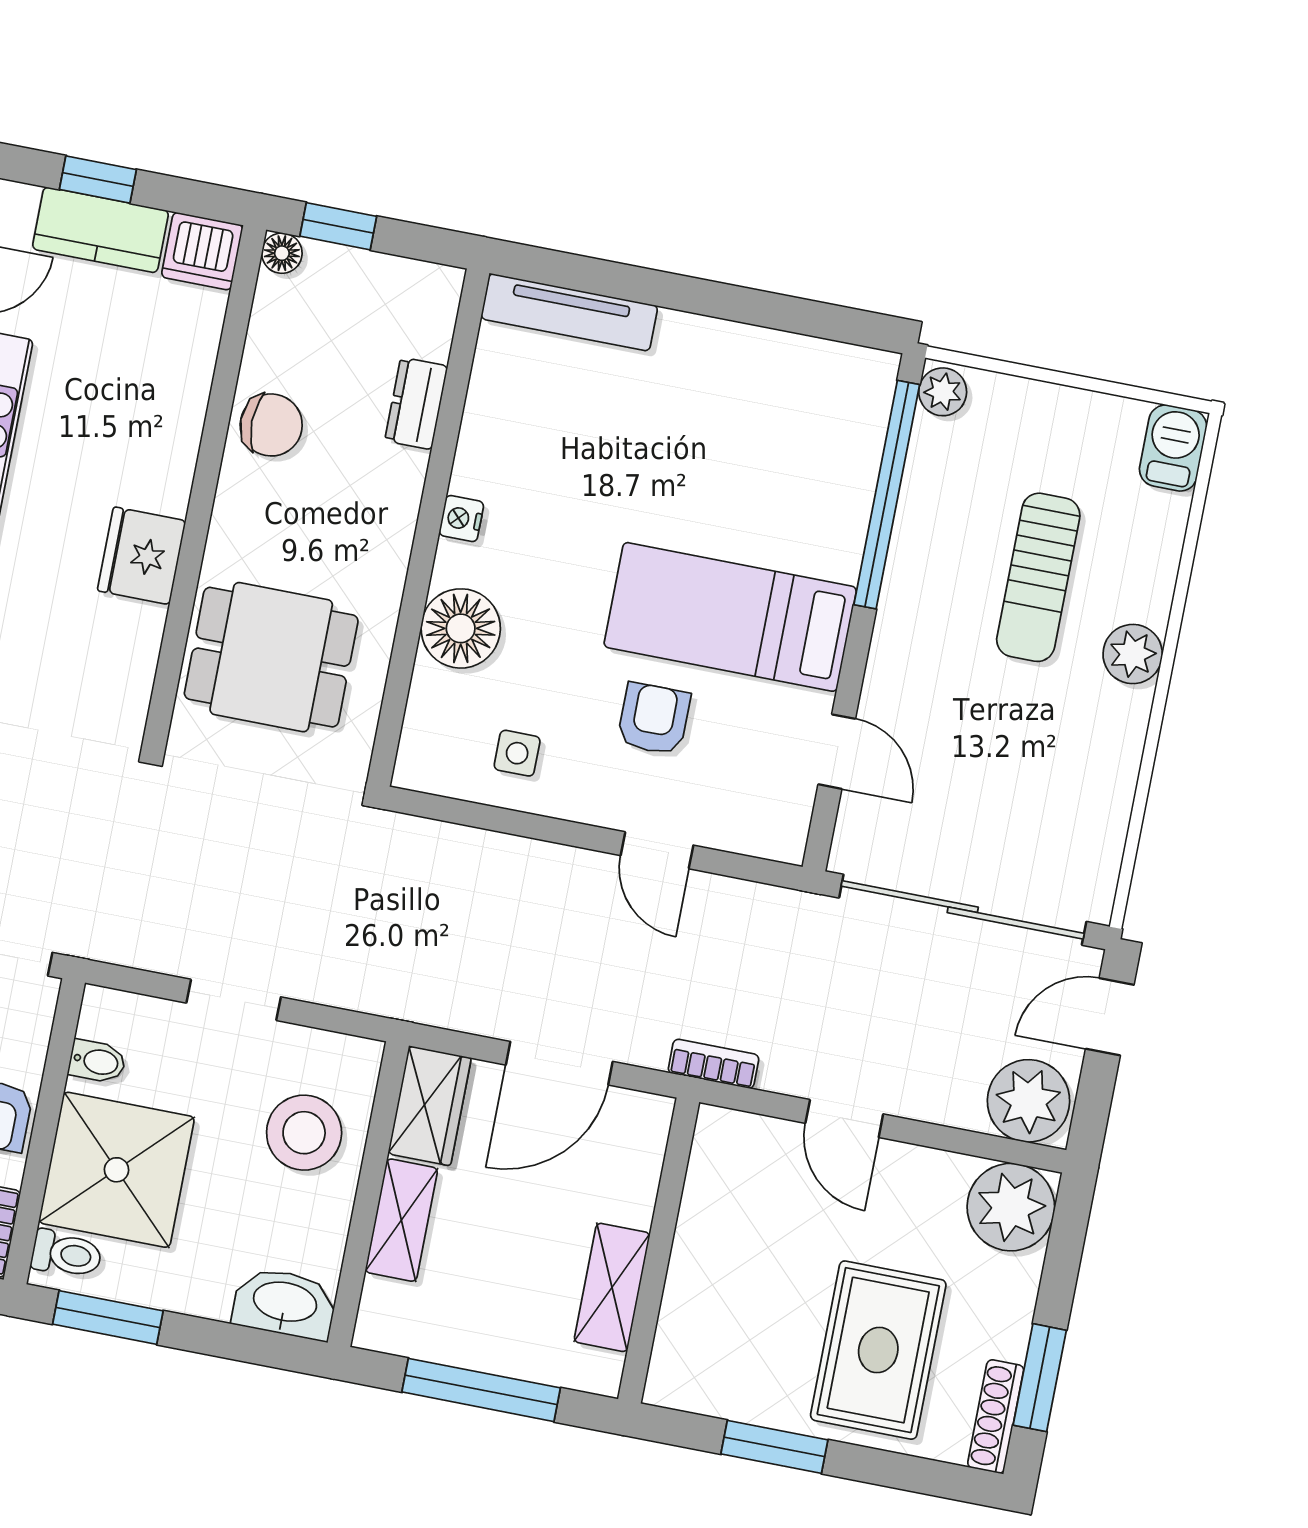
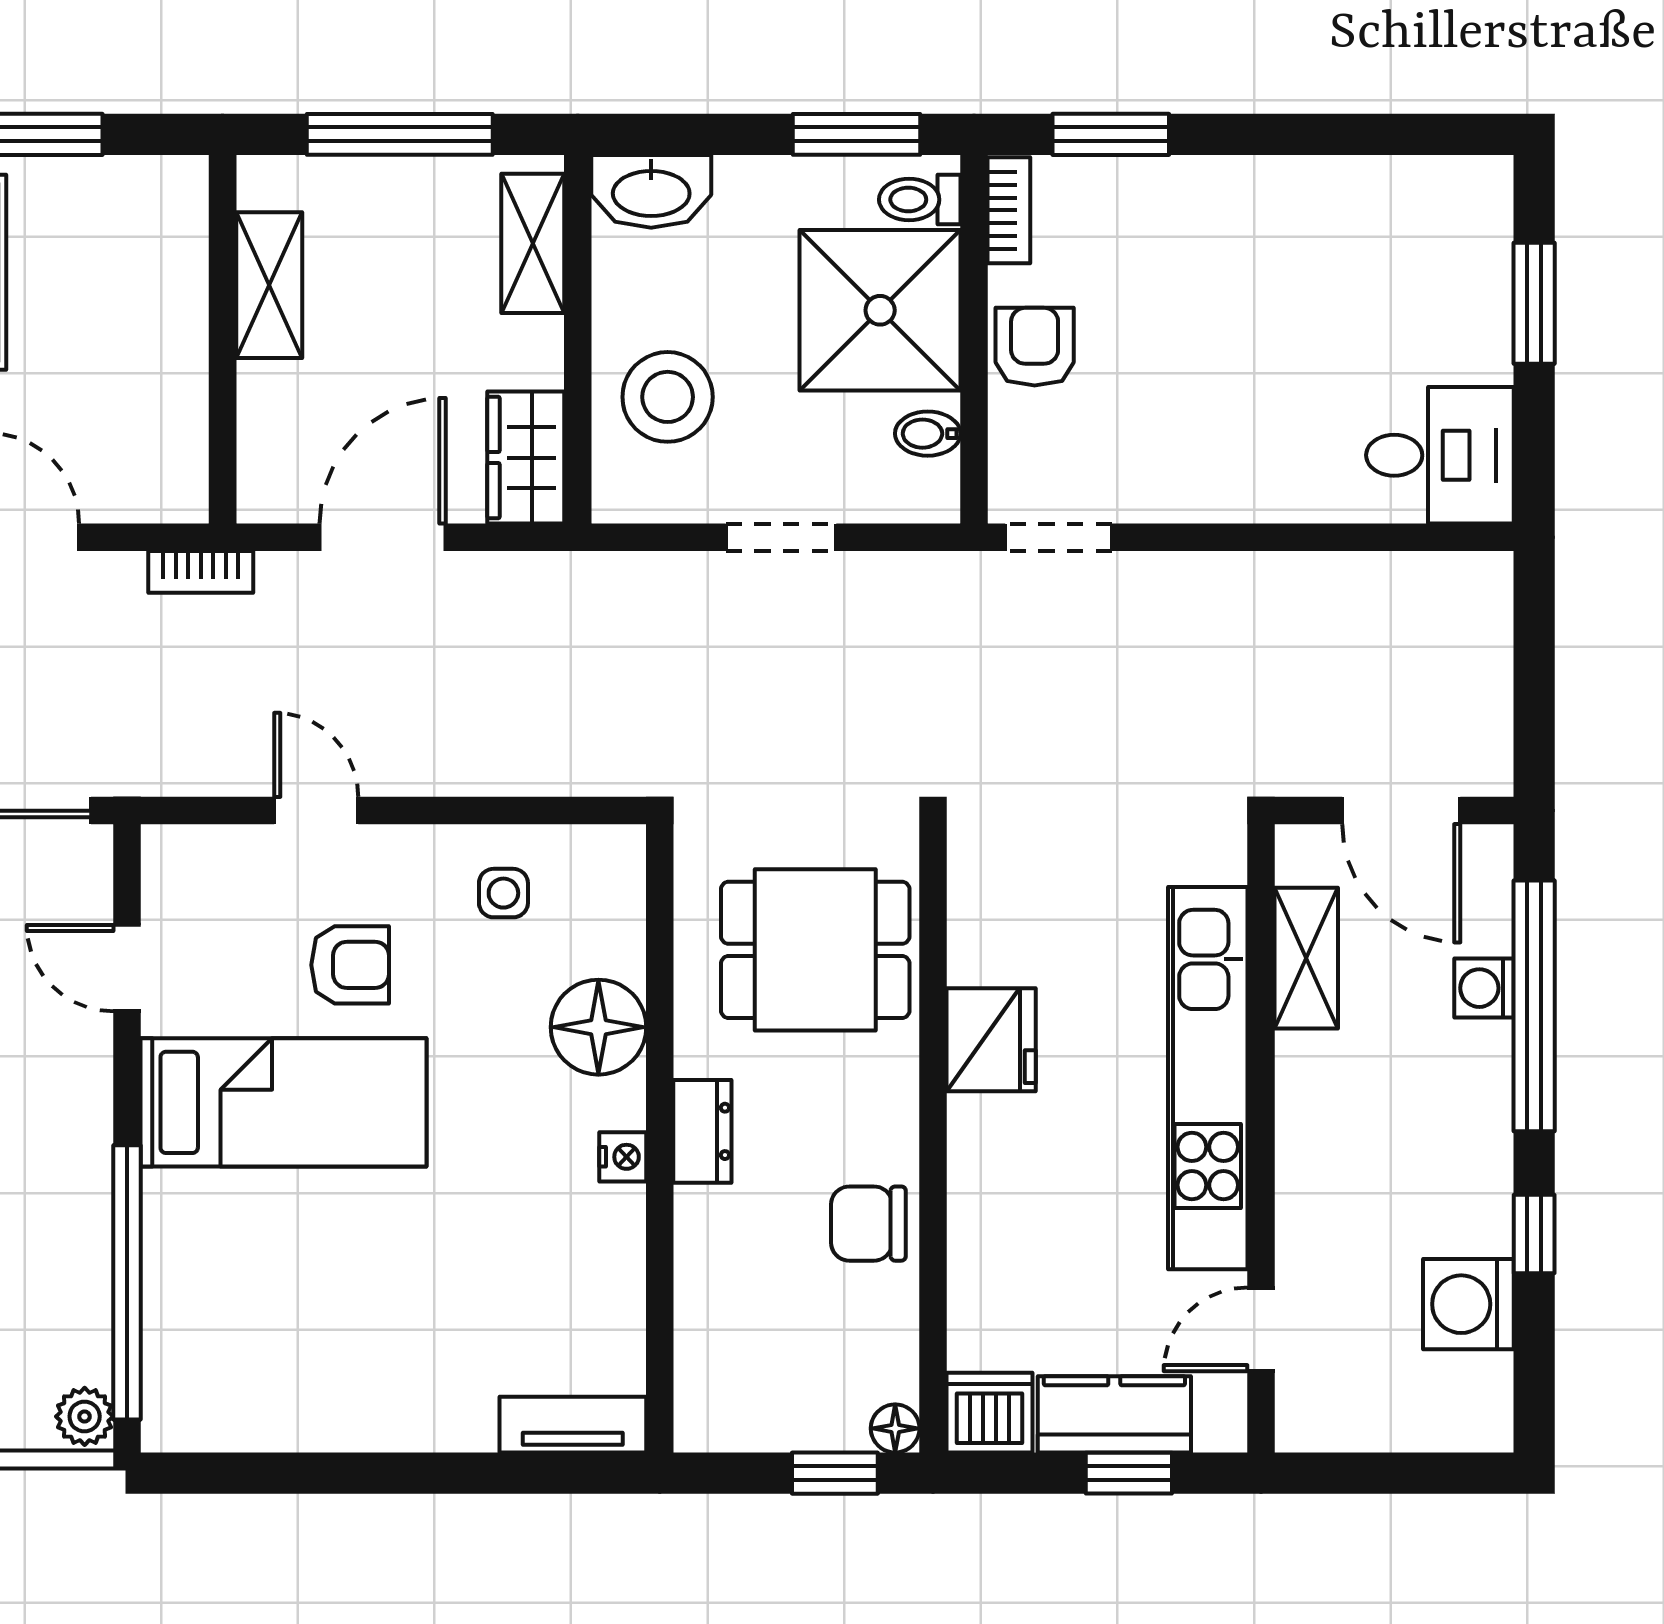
tv unit: (569, 312) -> (573, 1425), width x0.71
dresser: (416, 403) -> (702, 1131), moved
armchair: (654, 719) -> (350, 965), turned -90
shelving: (401, 1220) -> (533, 243), moved

